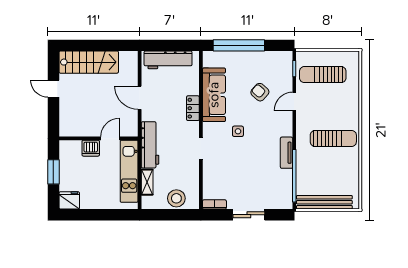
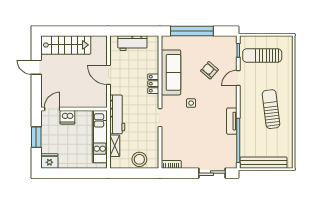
workbench: (168, 60) -> (132, 43), width x0.73
door: (110, 138) -> (52, 109), moved
sun lounger: (333, 138) -> (271, 109), turned -97
sliding door: (249, 215) -> (212, 173), moved

